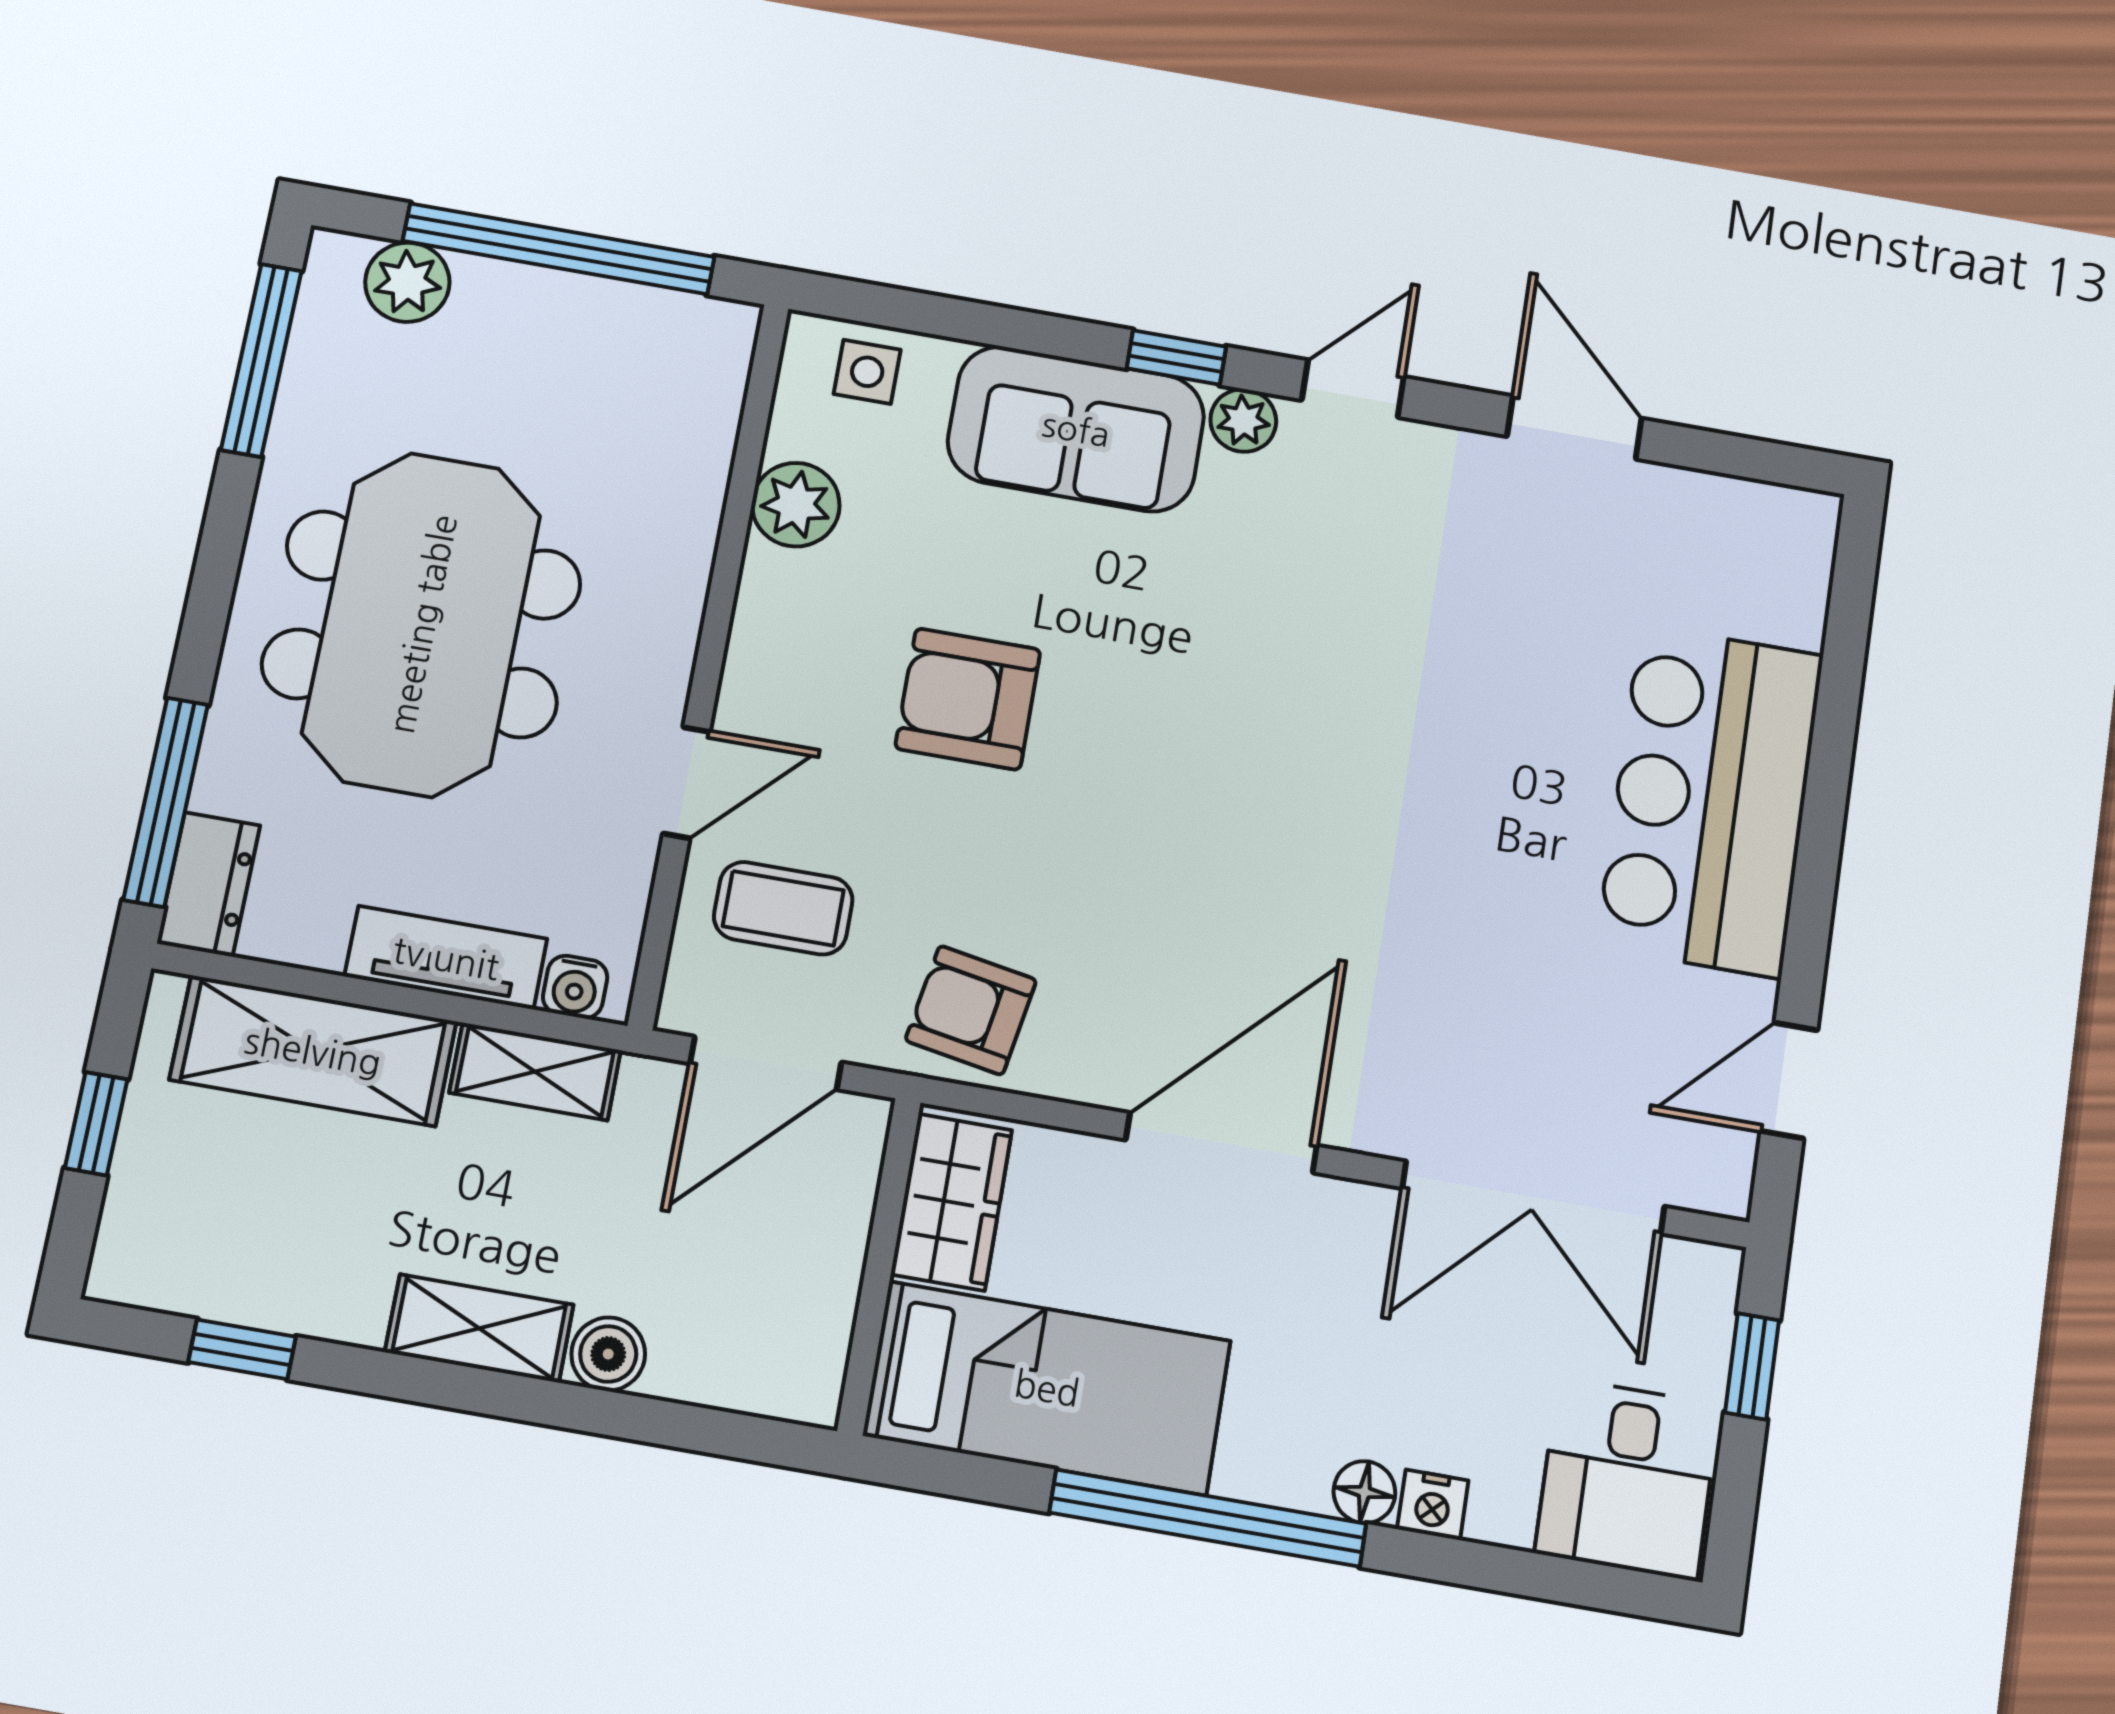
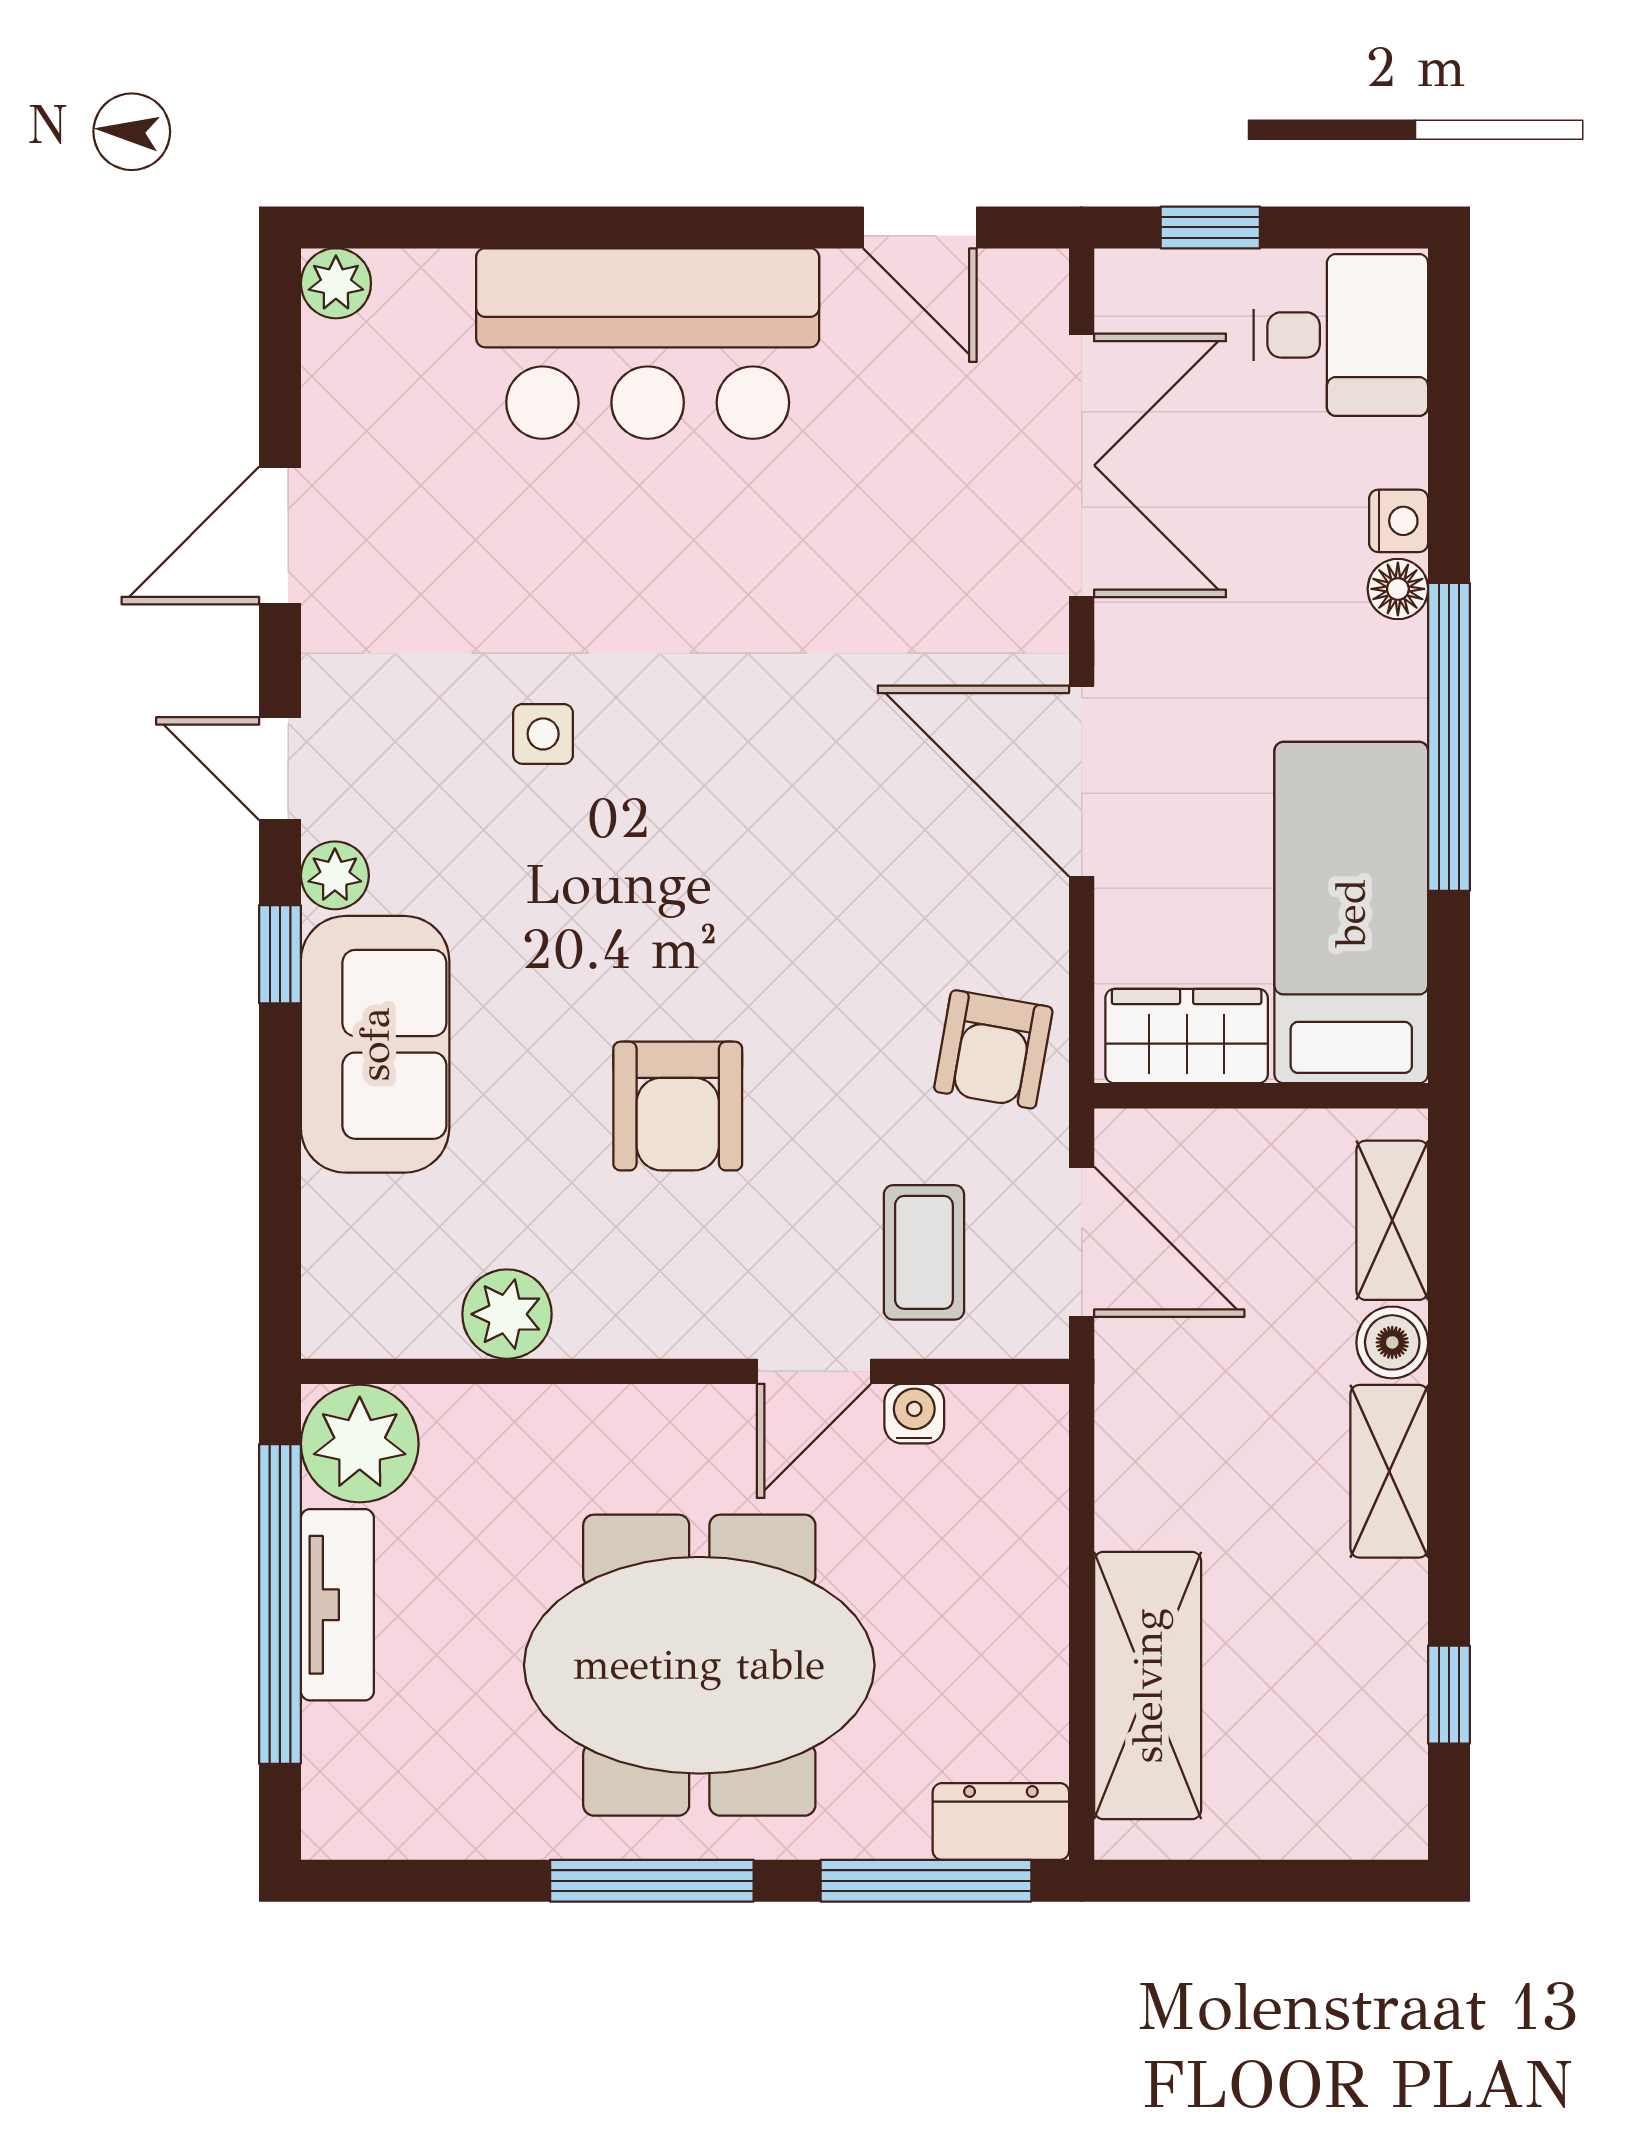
plant: (407, 282) -> (360, 1444), moved, width x1.36, depth x1.36
window: (261, 360) -> (652, 1881), moved
side table: (867, 372) -> (543, 734), moved
plant: (1807, 521) -> (336, 283), added
door: (686, 782) -> (814, 1371), swing flipped
tv unit: (446, 958) -> (337, 1605), moved, turned 180
water cooler: (575, 987) -> (914, 1414), moved, turned -90
shelving: (535, 1072) -> (1392, 1220), moved
window: (96, 1124) -> (1256, 1881), removed

